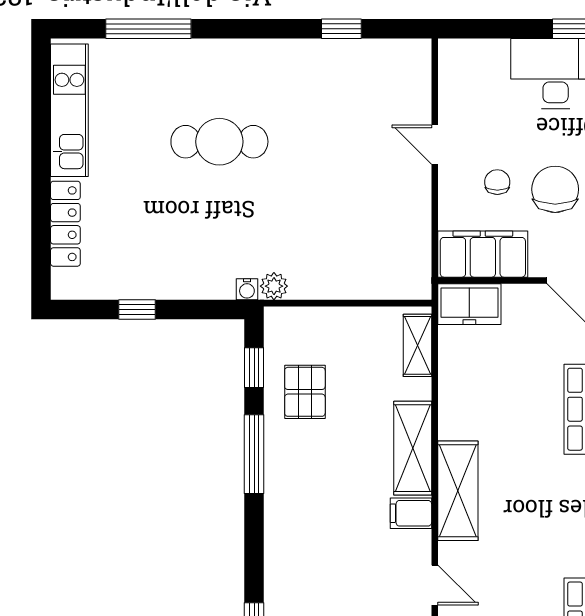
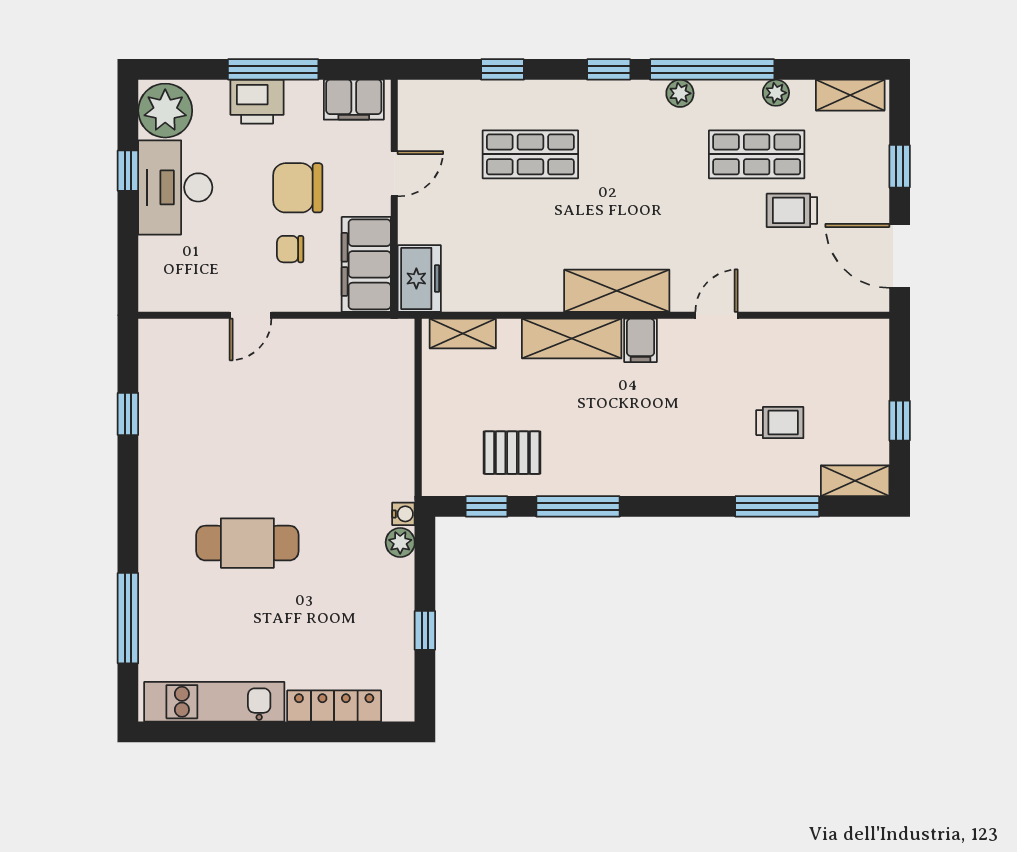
cafe table: (219, 142) -> (247, 543), turned 90
plant: (274, 286) -> (400, 542), moved

